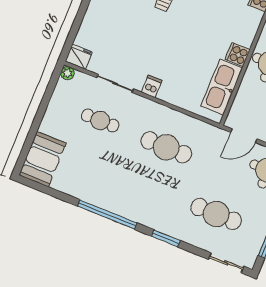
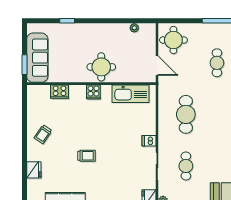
cooker: (237, 55) -> (93, 92), moved
cafe table: (216, 214) -> (217, 63), width x0.73, depth x0.74

